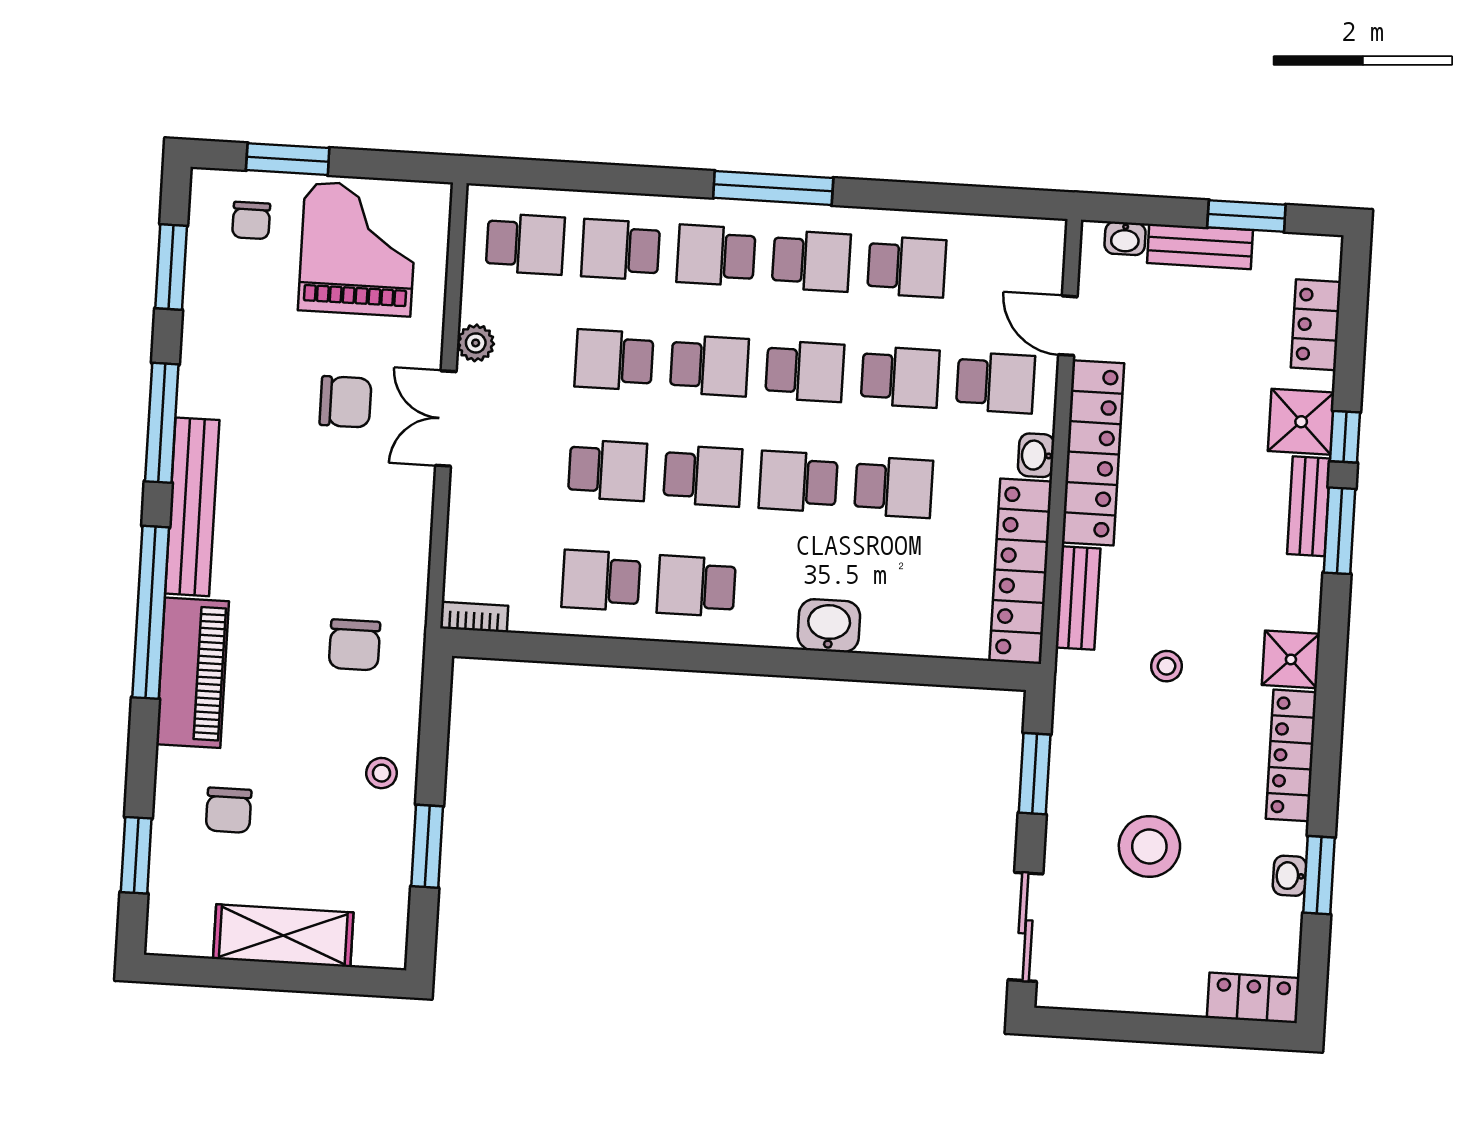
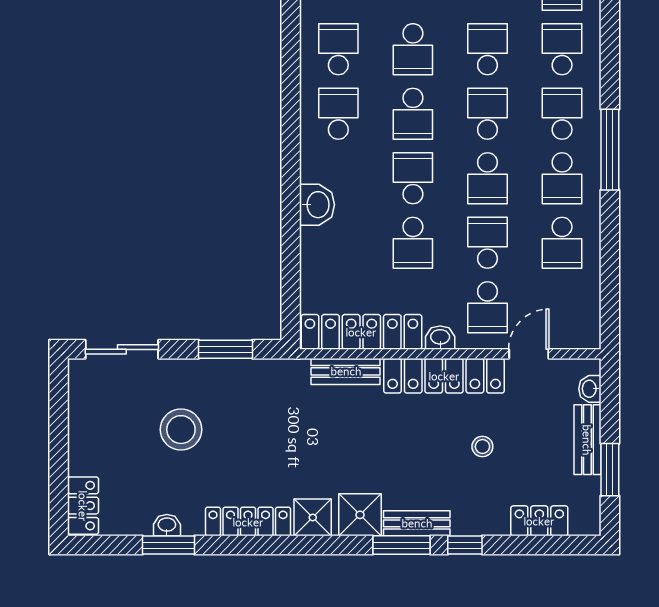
school desk: (709, 366) -> (487, 114), turned 180
school desk: (900, 377) -> (487, 243), turned 180
shower: (1301, 422) -> (360, 515), moved
stool: (1167, 666) -> (482, 446), moved

